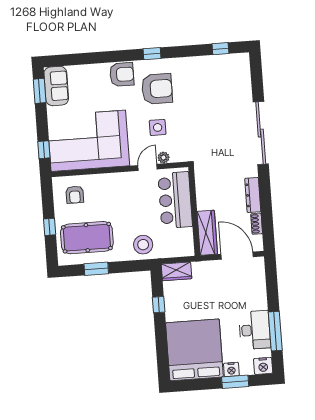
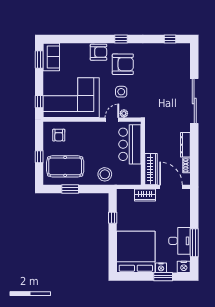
wardrobe: (176, 271) -> (145, 195), moved

